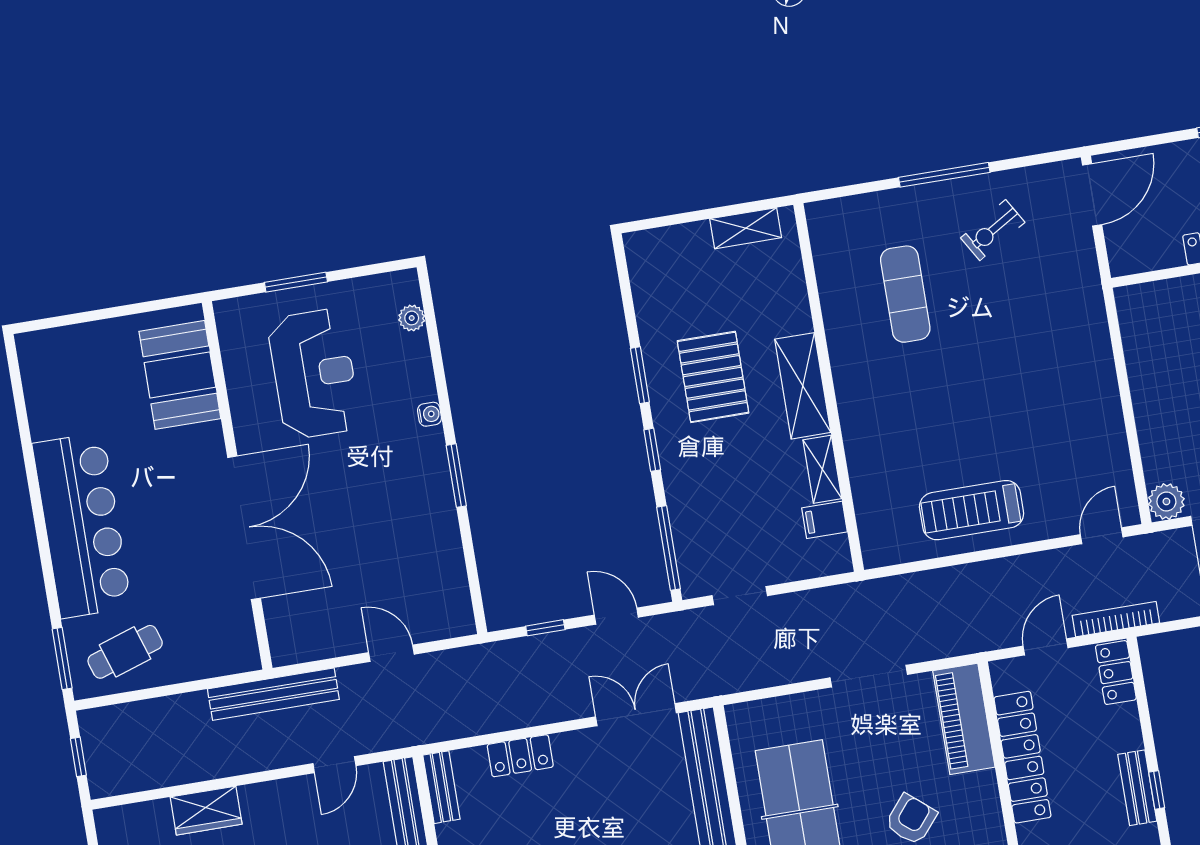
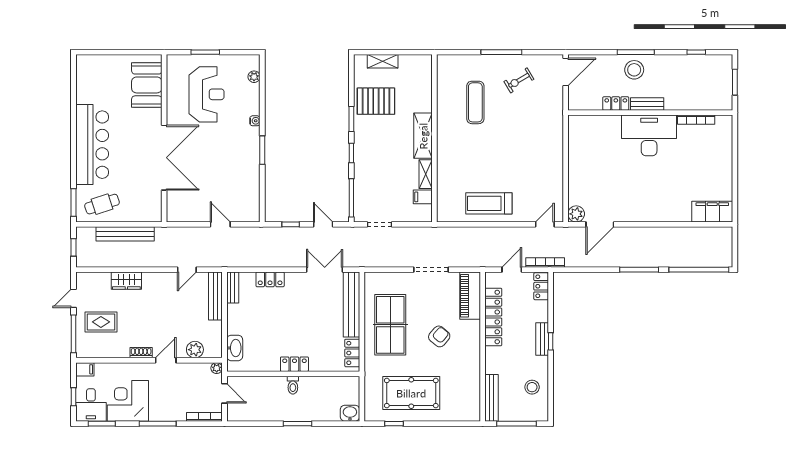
shelving: (746, 228) -> (383, 61), moved
pallet: (713, 377) -> (376, 101), moved, turned 90
bench: (273, 694) -> (125, 234), moved

